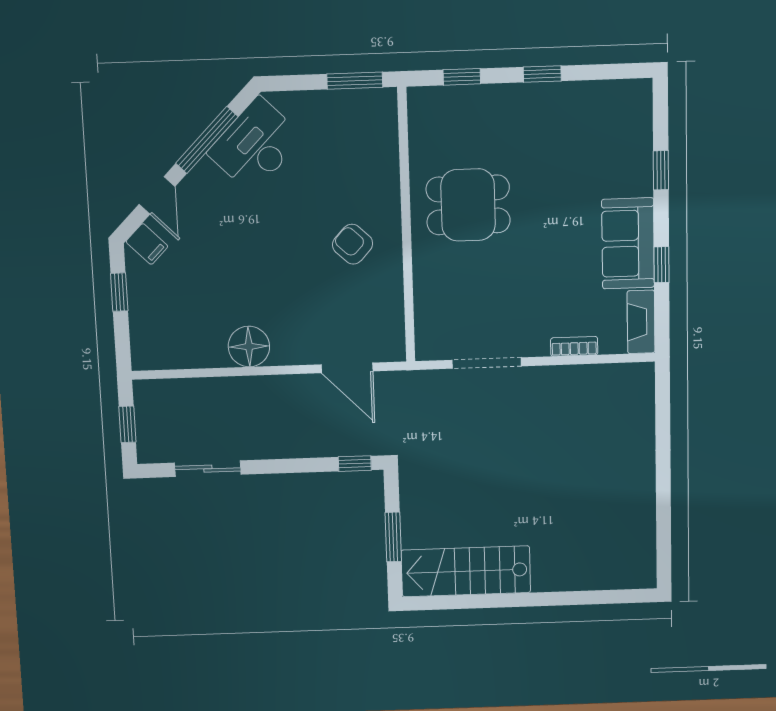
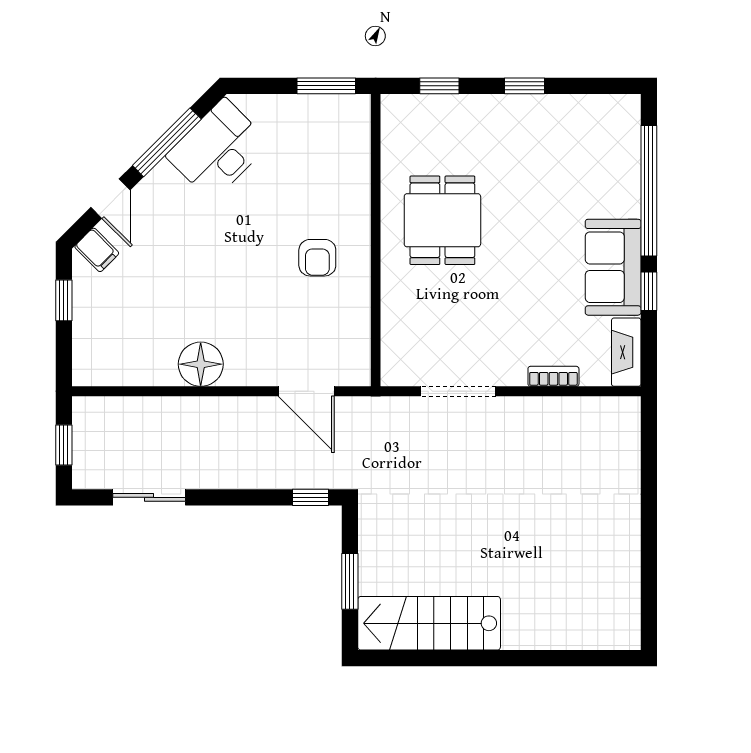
window: (661, 170) -> (649, 191), width x3.17
dining table: (468, 205) -> (442, 220), turned 90
armchair: (353, 244) -> (317, 258), turned -133

